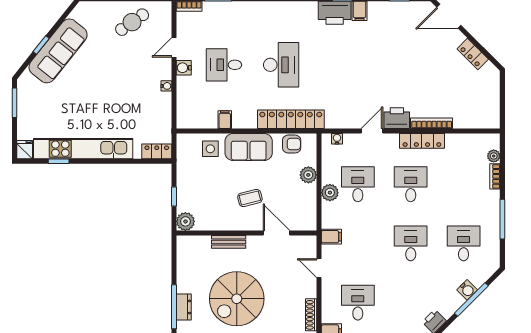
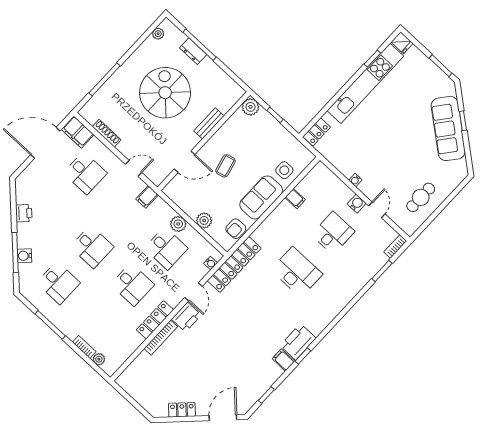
cafe table: (132, 22) -> (421, 197), turned 35
desk: (281, 65) -> (297, 272), turned 180
locker: (291, 119) -> (234, 264), moved

